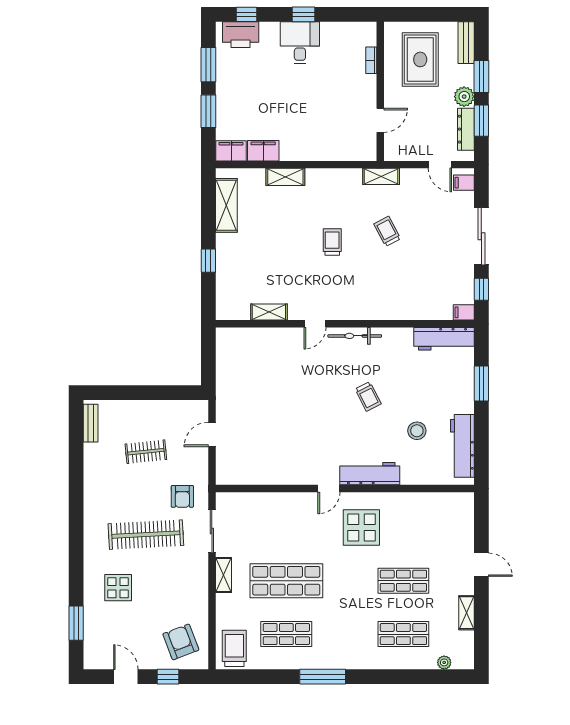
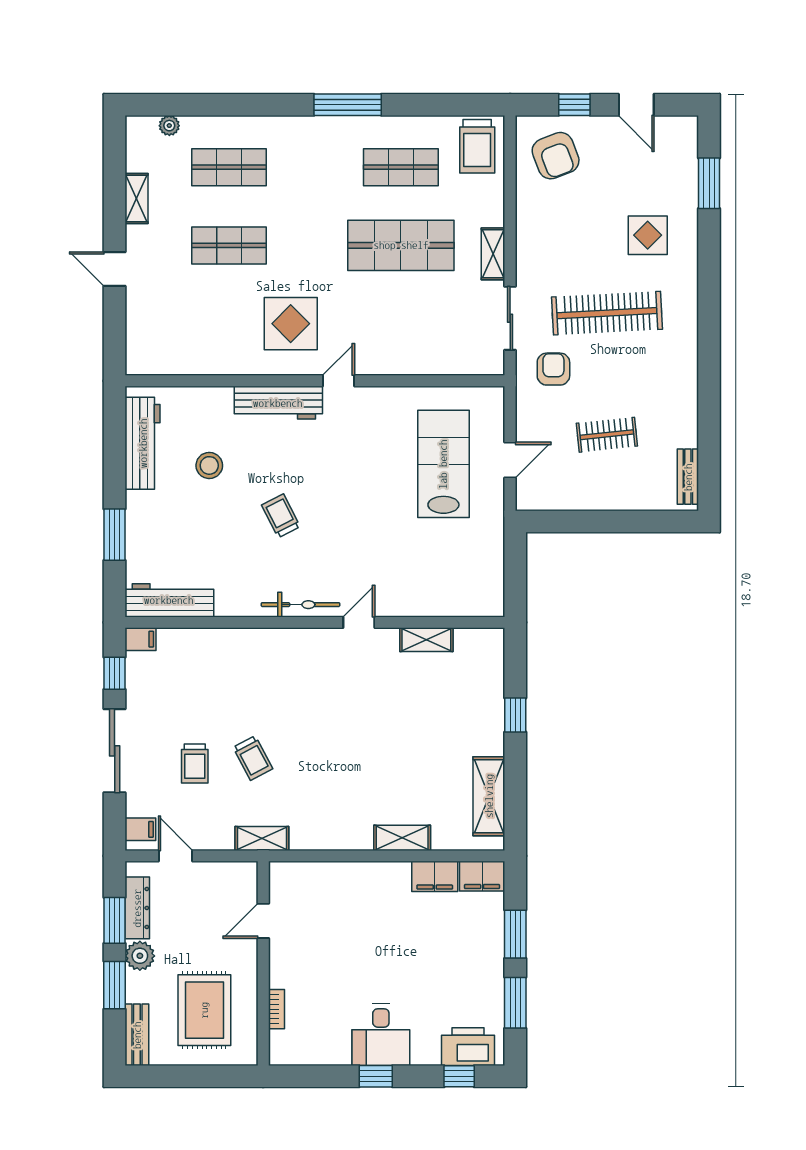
trolley: (332, 242) -> (195, 763), moved
lab bench: (257, 432) -> (443, 464), added

